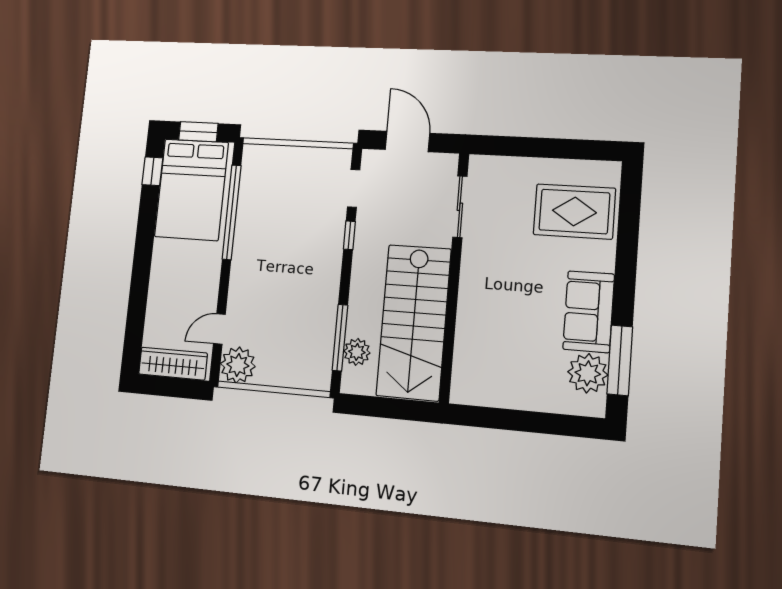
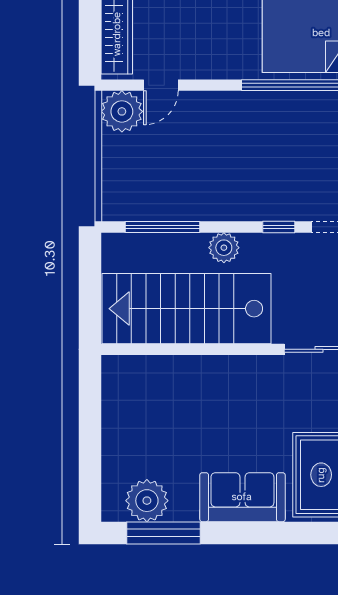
sofa: (589, 312) -> (242, 497), moved
door: (219, 329) -> (161, 85), swing flipped
plant: (357, 352) -> (224, 248), moved

